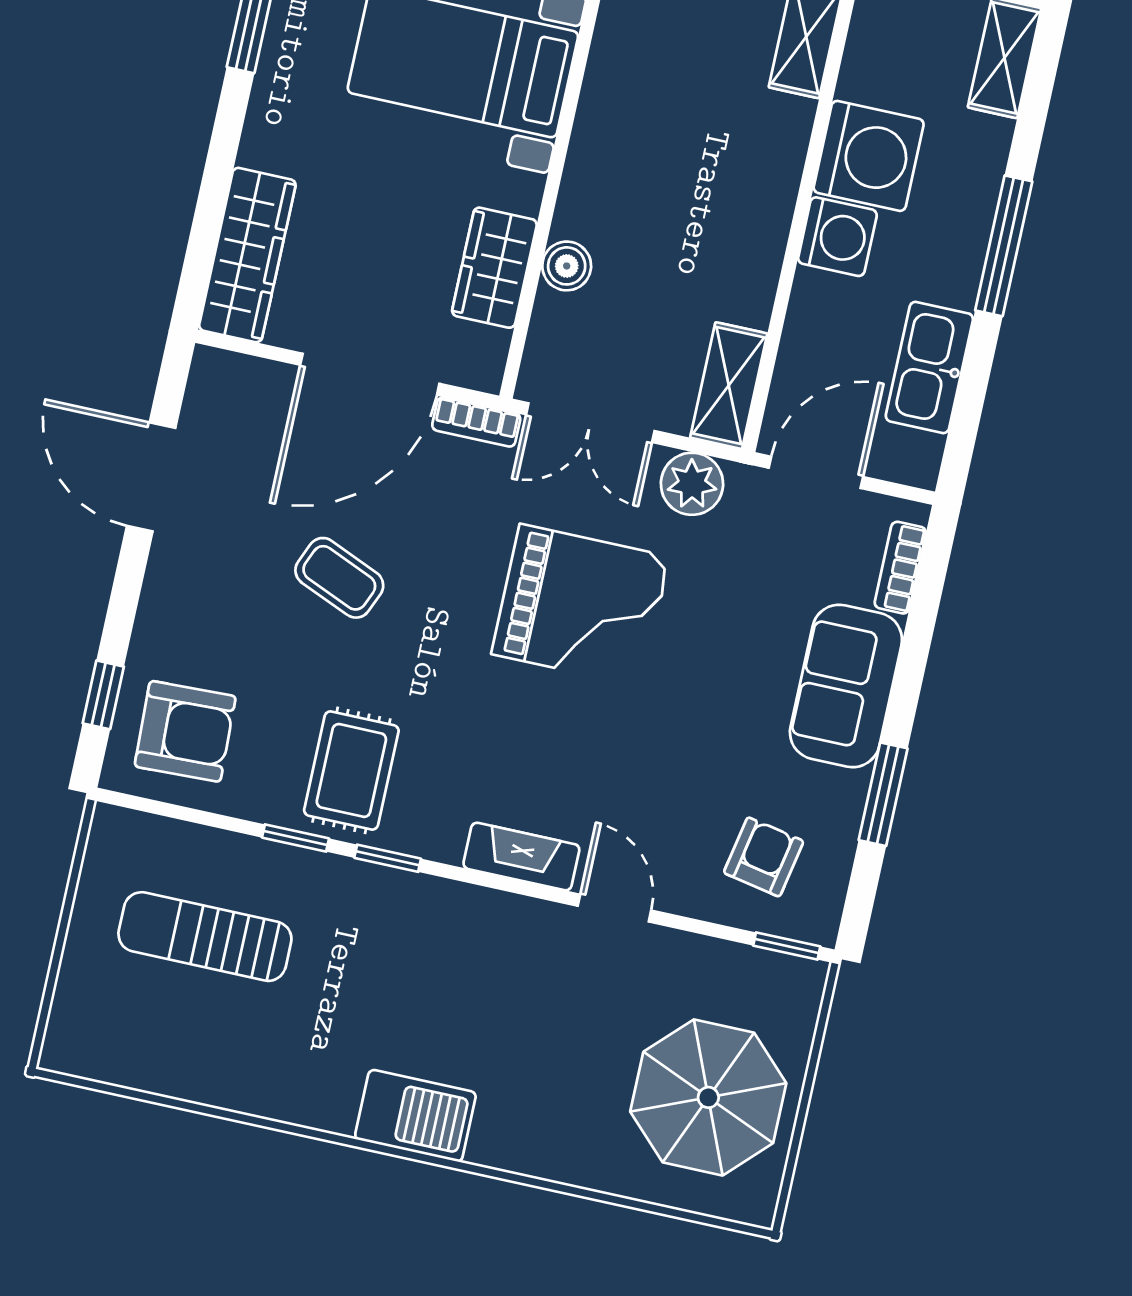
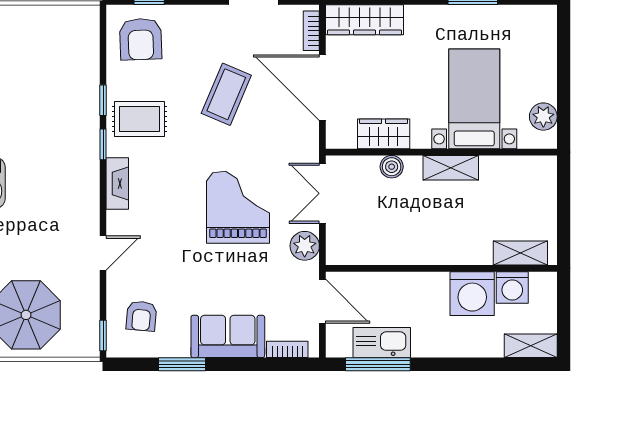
washing machine: (837, 237) -> (512, 287), moved
window: (1004, 246) -> (378, 364), moved
shelving: (729, 386) -> (451, 168), moved
bookcase: (476, 422) -> (311, 31), moved
coffee table: (339, 578) -> (226, 94), width x1.36, depth x1.30
grand piano: (581, 605) -> (238, 207), turned 180
fireplace: (521, 857) -> (117, 184), moved
armchair: (764, 857) -> (141, 316), turned 84
sun lounger: (205, 937) -> (49, 69), removed

